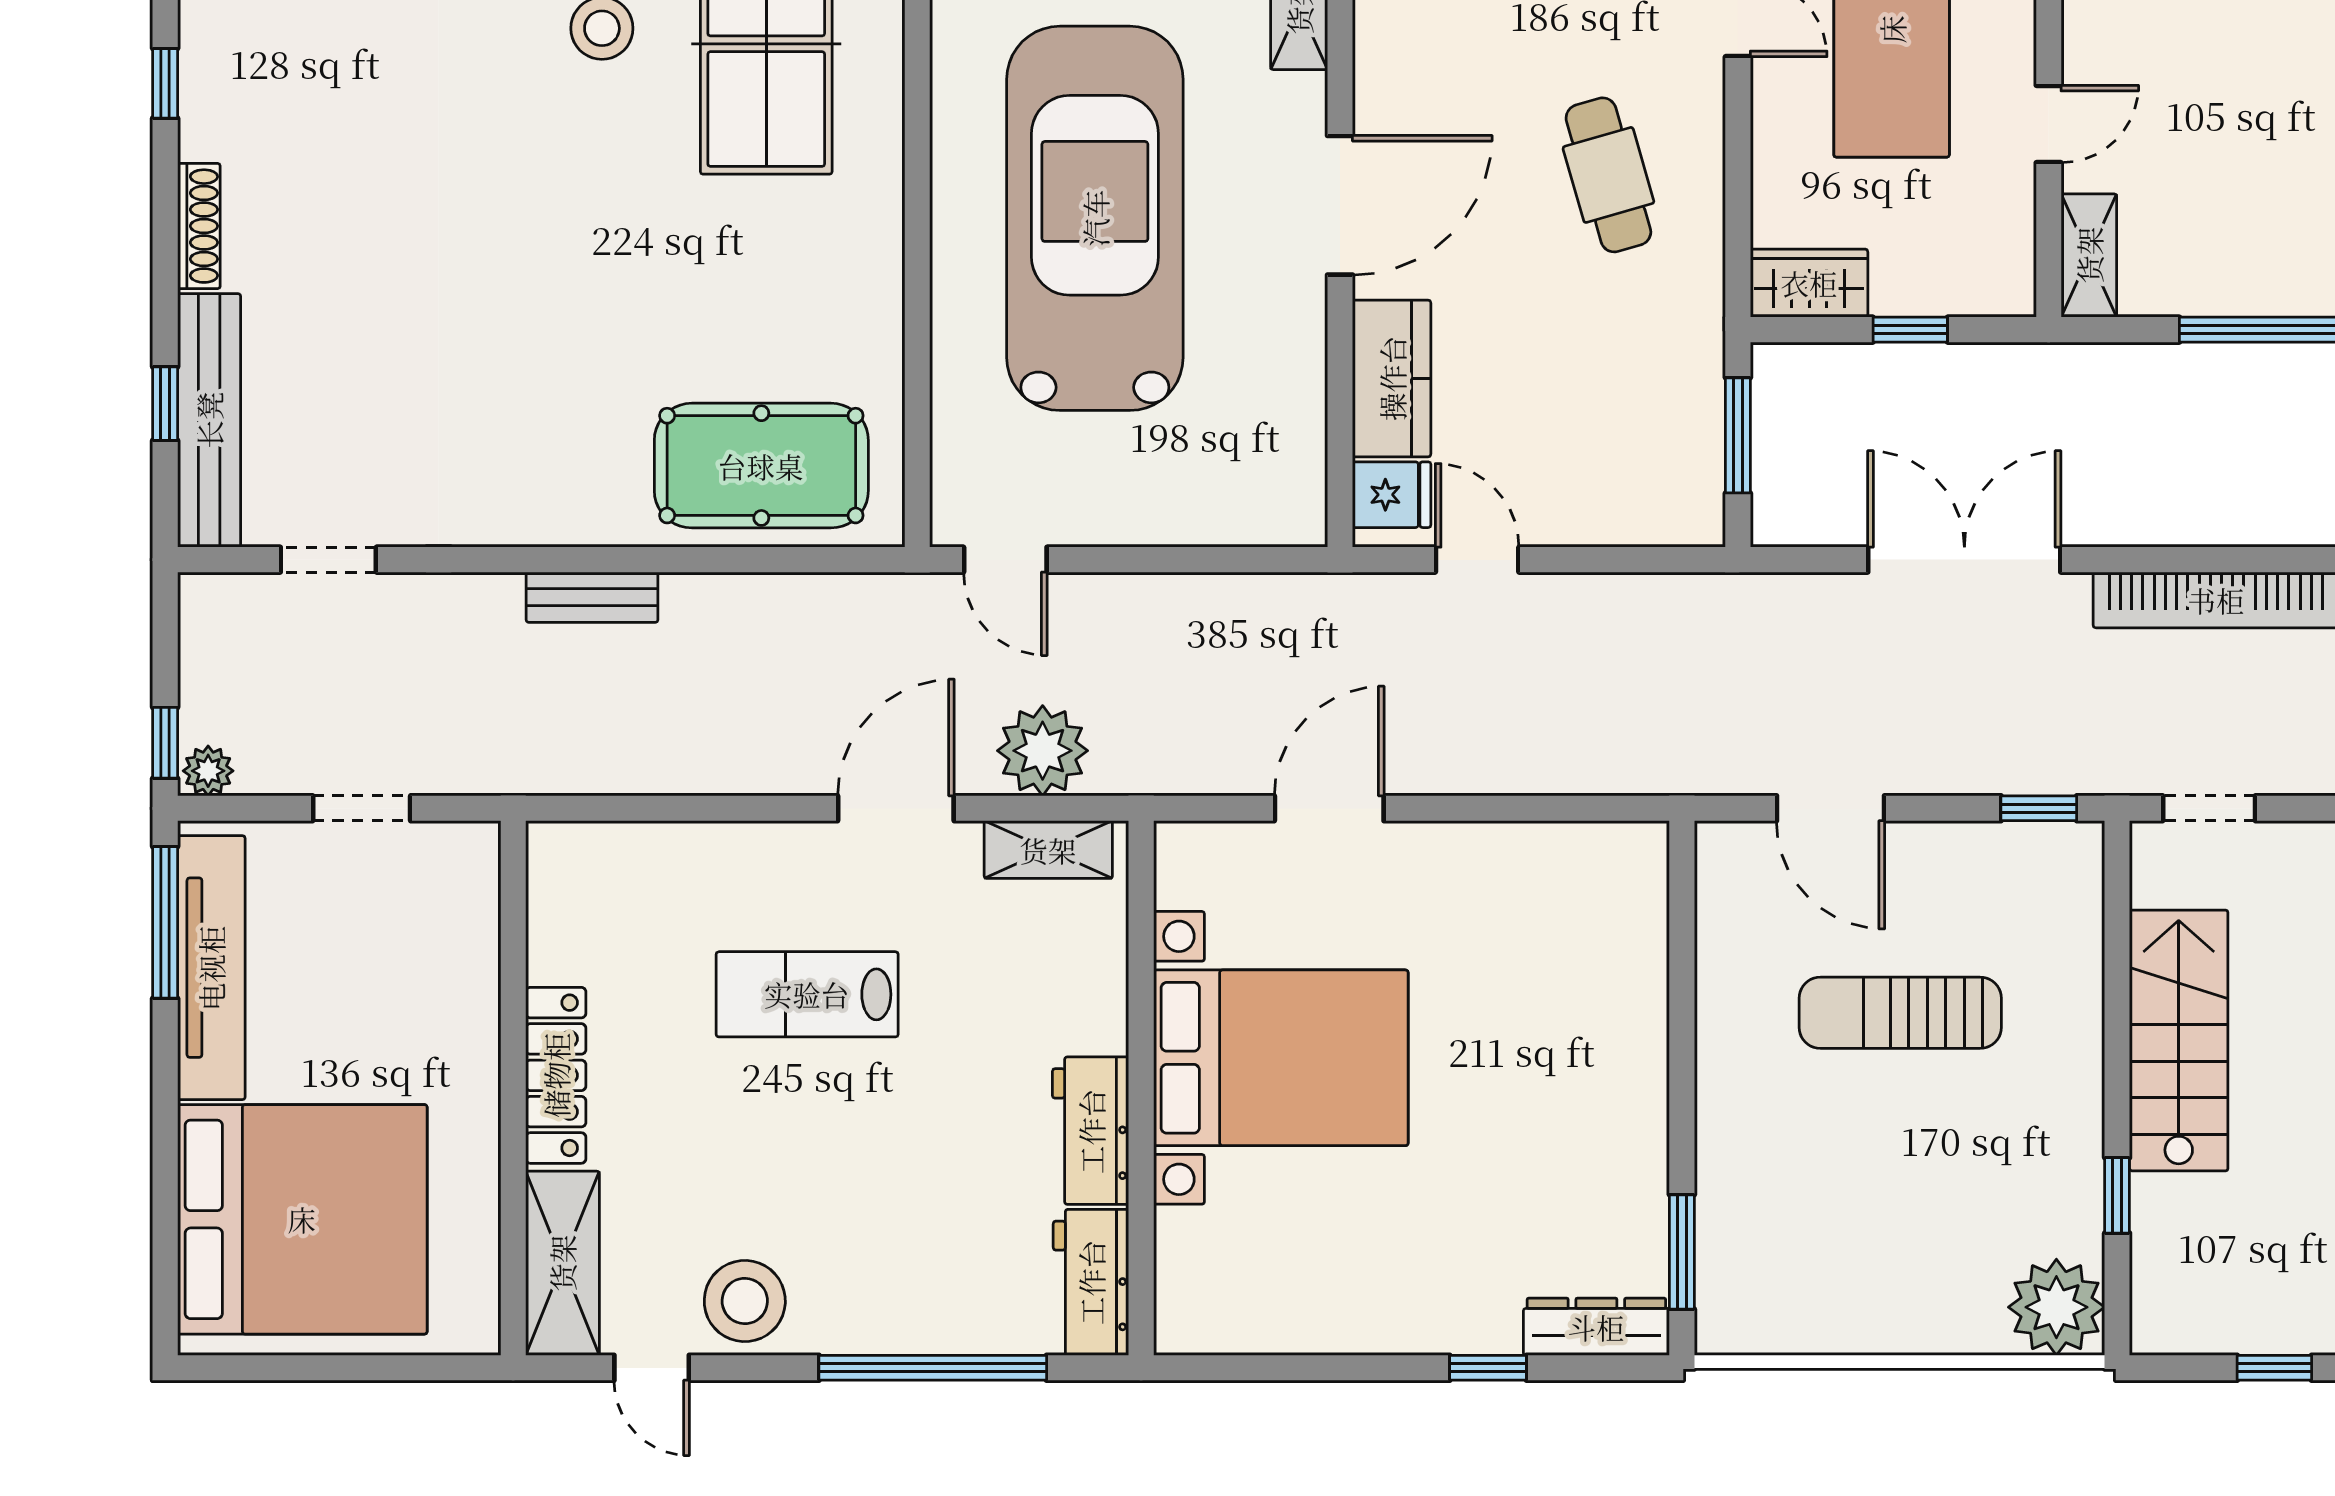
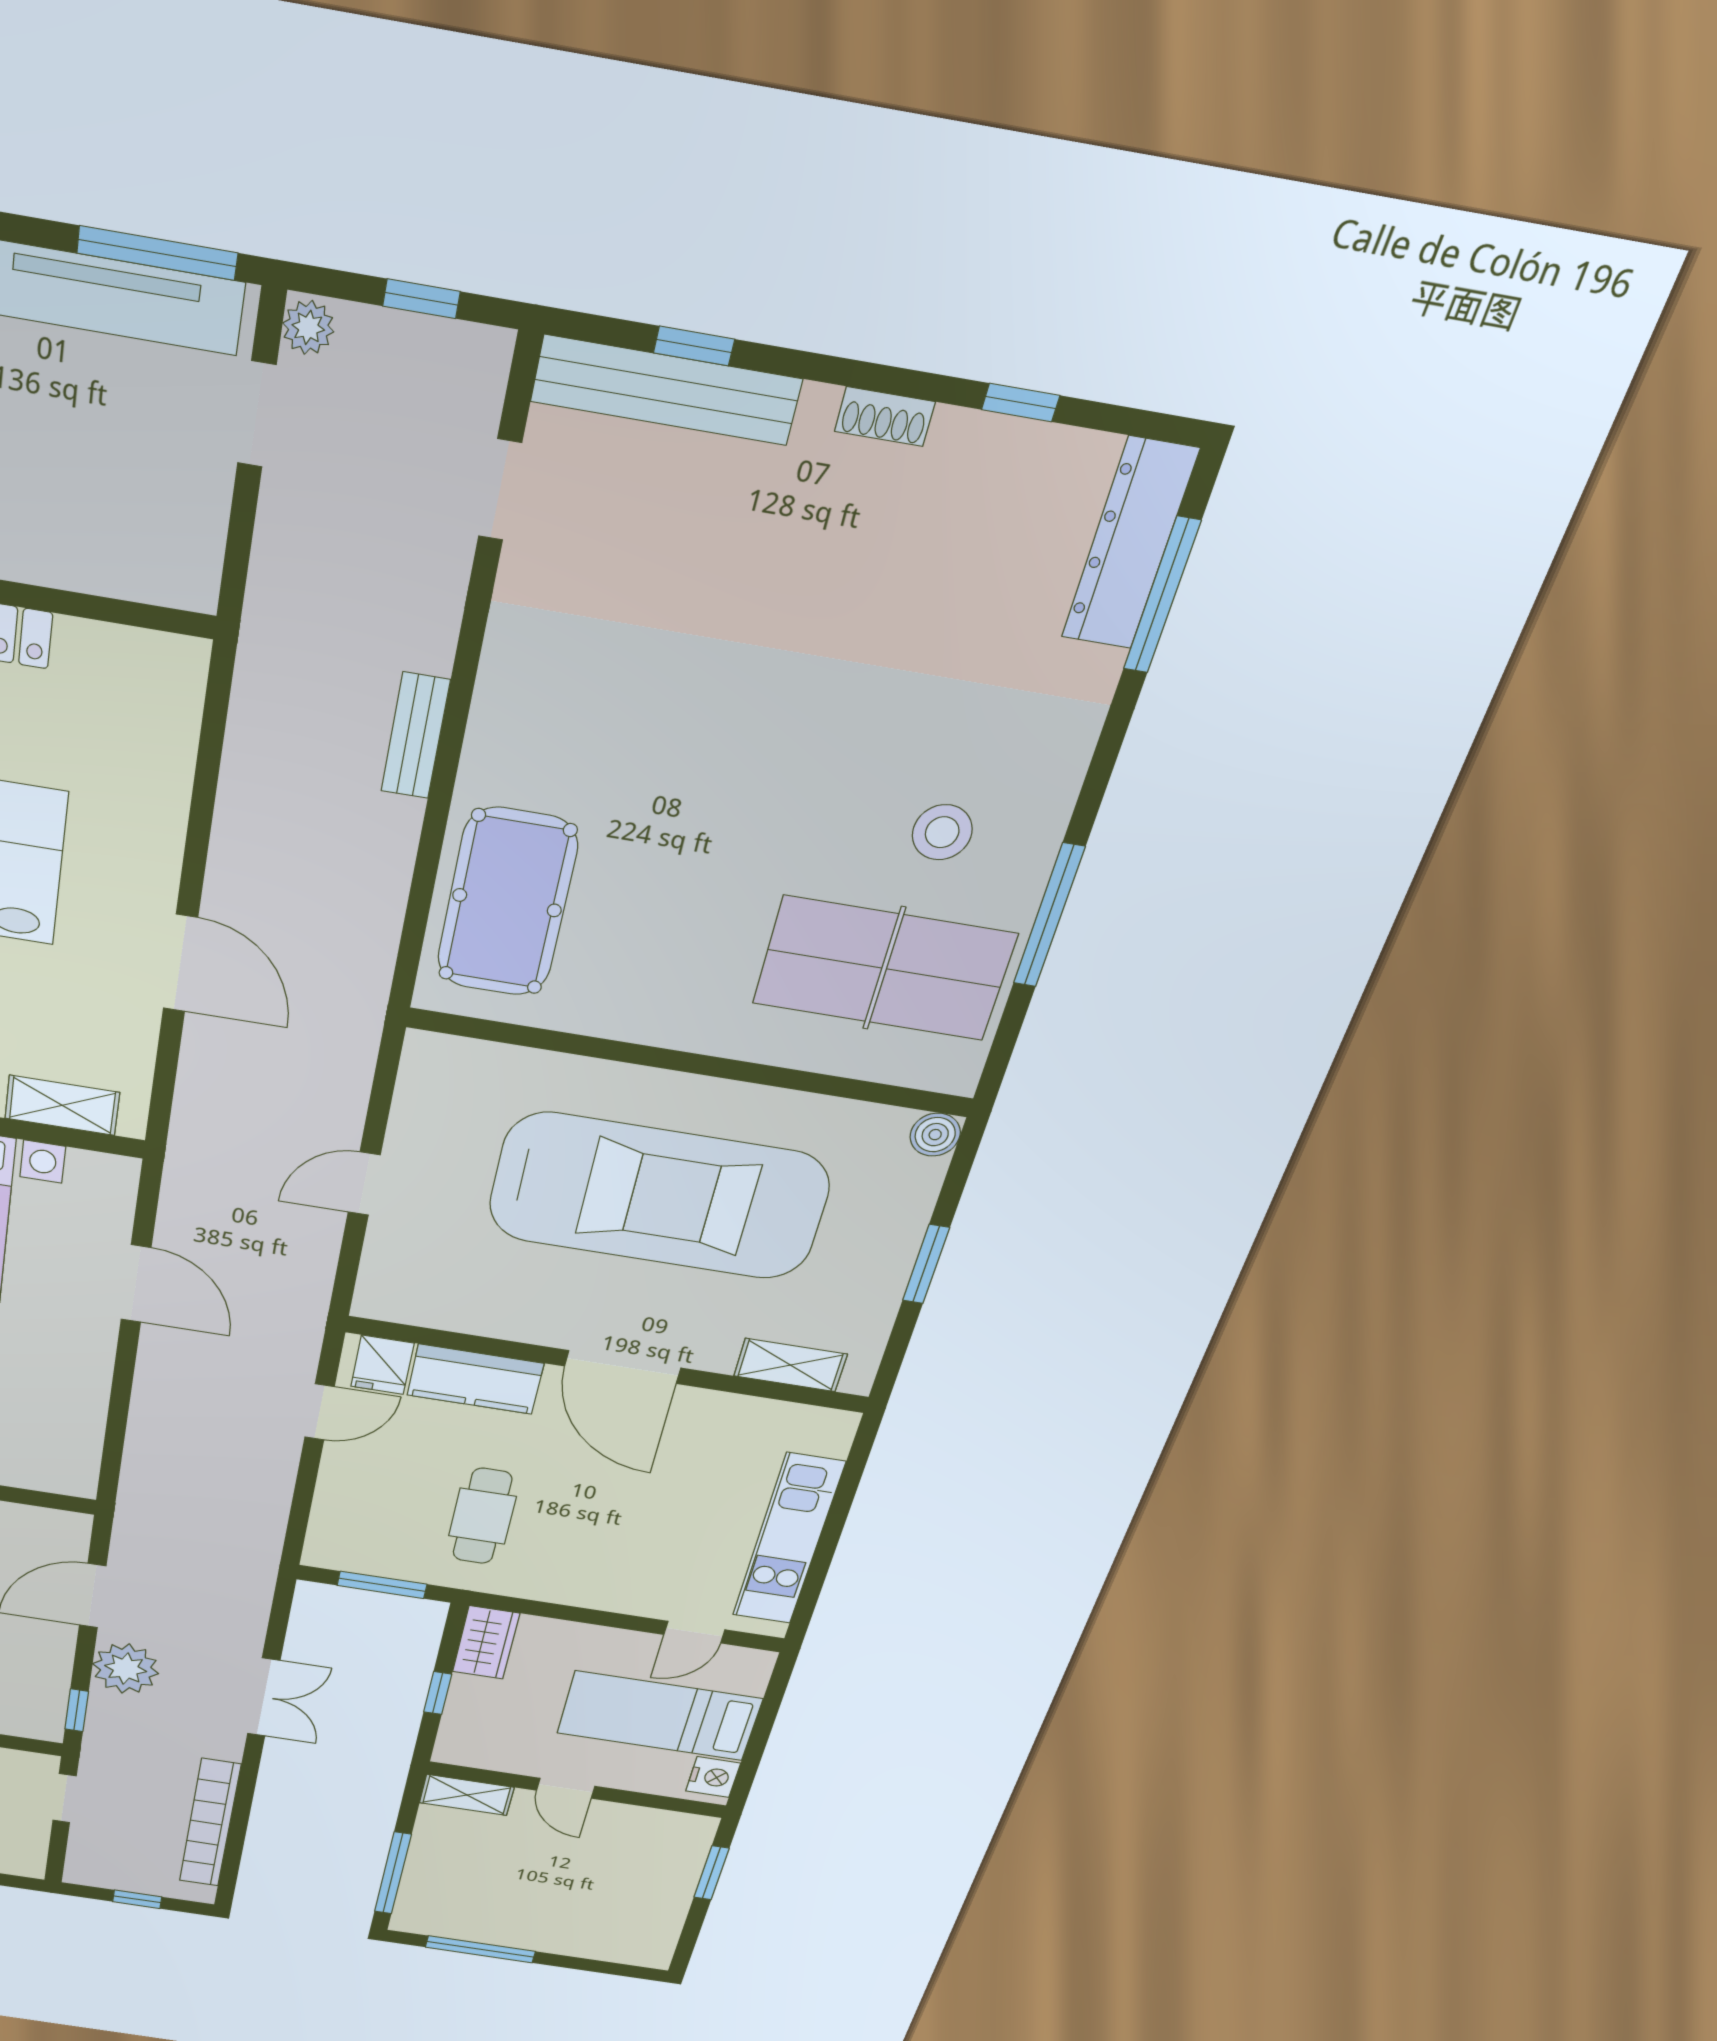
cafe table: (1608, 175) -> (482, 1516), moved, turned -74
shoe rack: (199, 226) -> (885, 417), width x0.70
door: (1005, 560) -> (364, 1184), moved
double door: (1964, 560) -> (264, 1697), width x0.73
window: (165, 743) -> (421, 299), moved
plant: (1043, 751) -> (126, 1669), moved
doorway: (362, 808) -> (257, 414), moved
shelving: (1048, 850) -> (62, 1105), moved, turned 90

